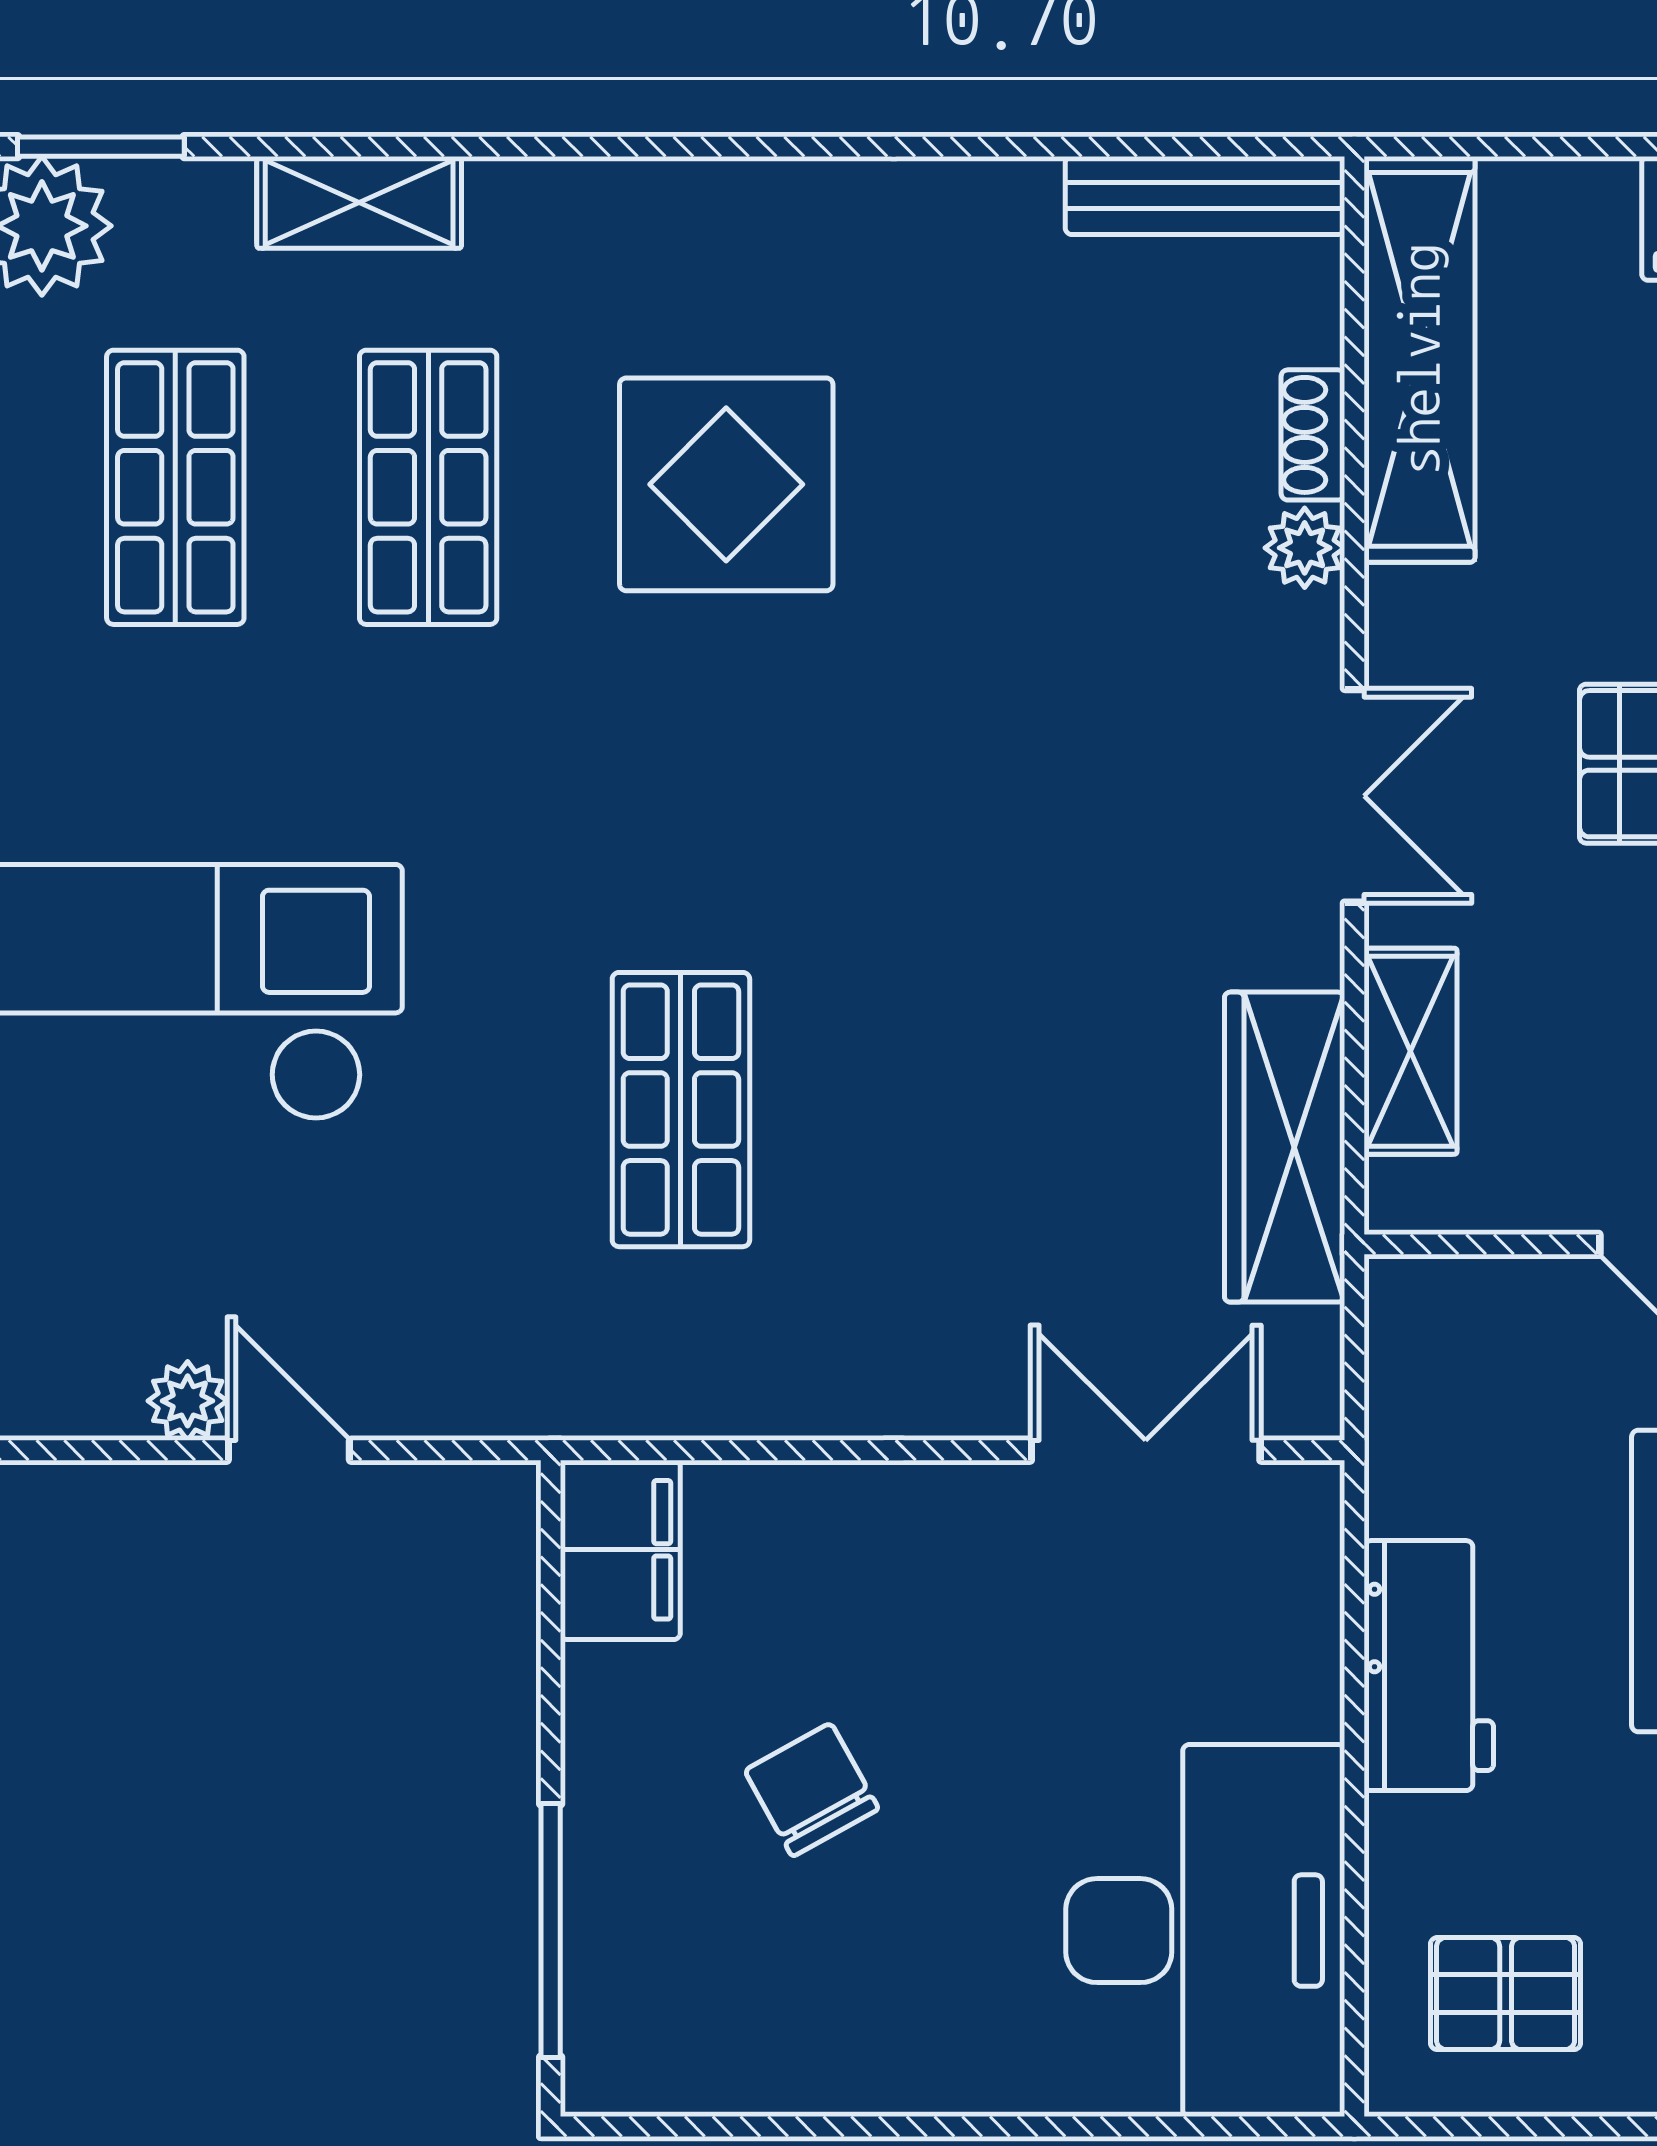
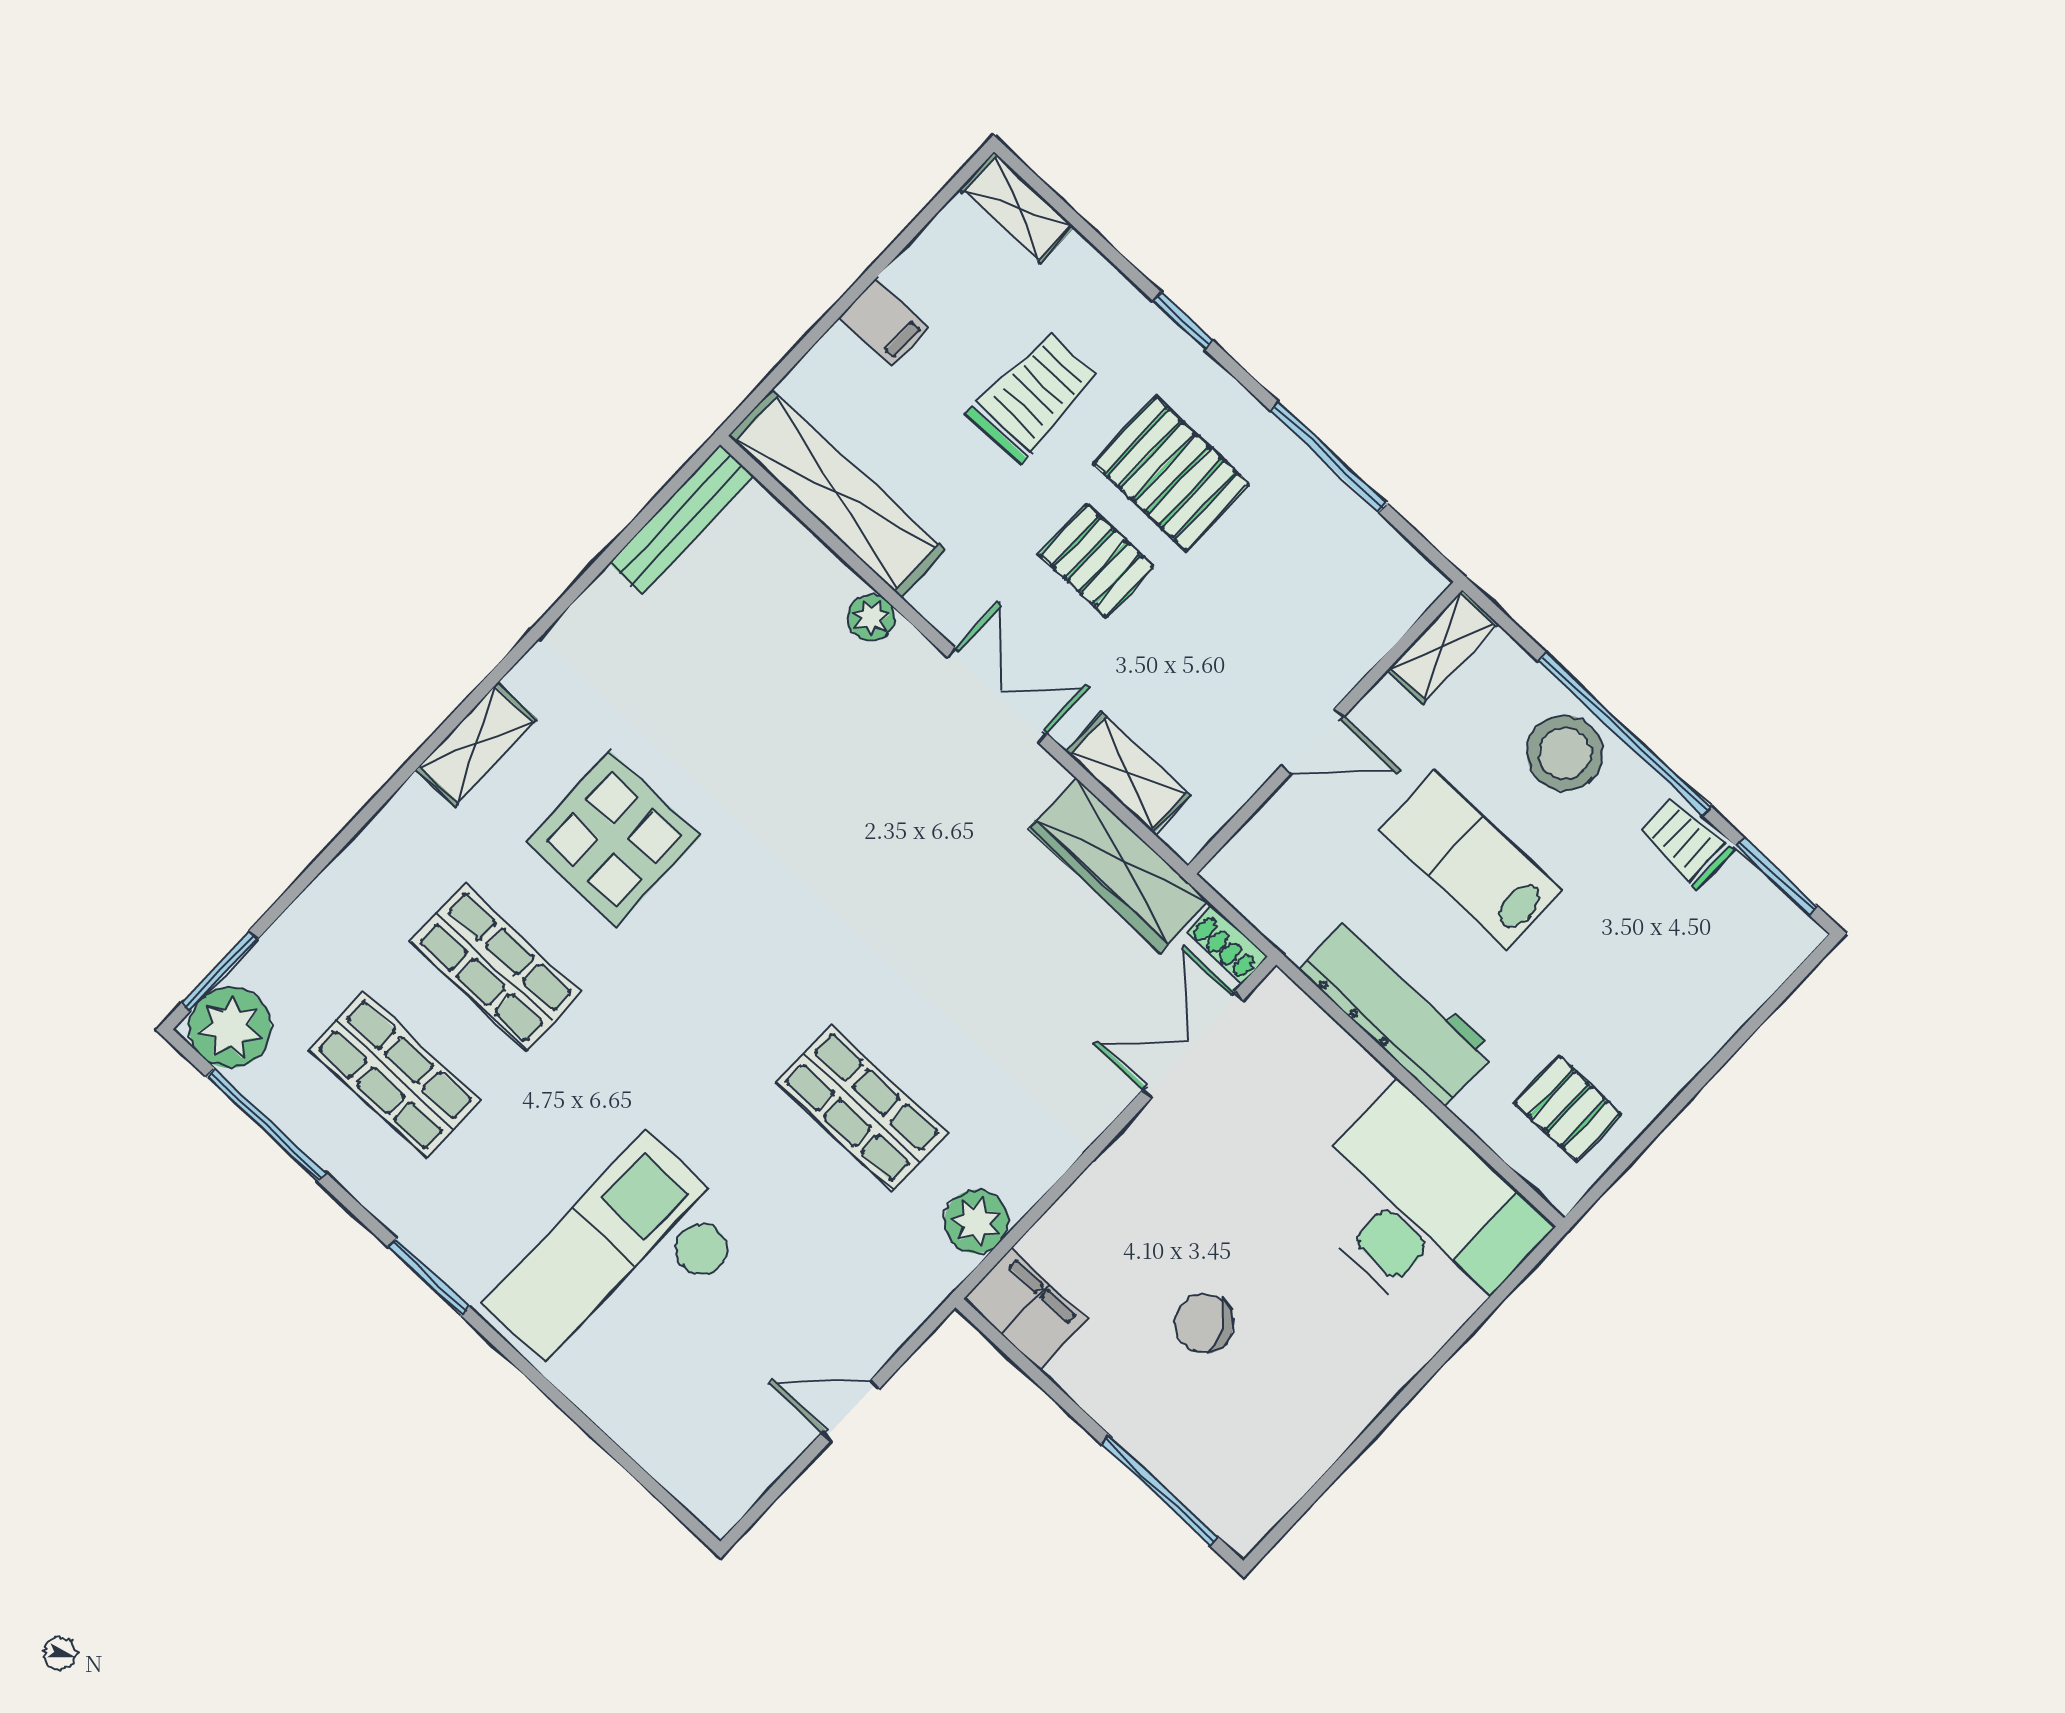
shelving: (359, 202) -> (476, 744), moved
shoe rack: (1313, 435) -> (1227, 944), moved
plant: (188, 1401) -> (976, 1221), moved, width x1.38, depth x1.38
workbench: (1429, 1666) -> (1397, 1011), width x1.38
pallet: (1506, 1994) -> (1568, 1109), turned 90

